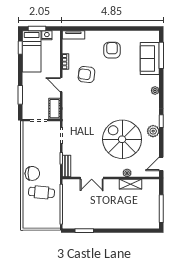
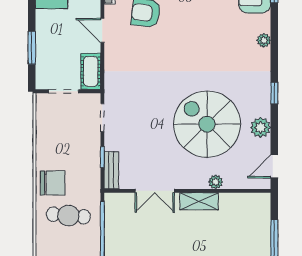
plant: (153, 131) -> (261, 127), moved
shelving: (131, 184) -> (199, 201), moved

